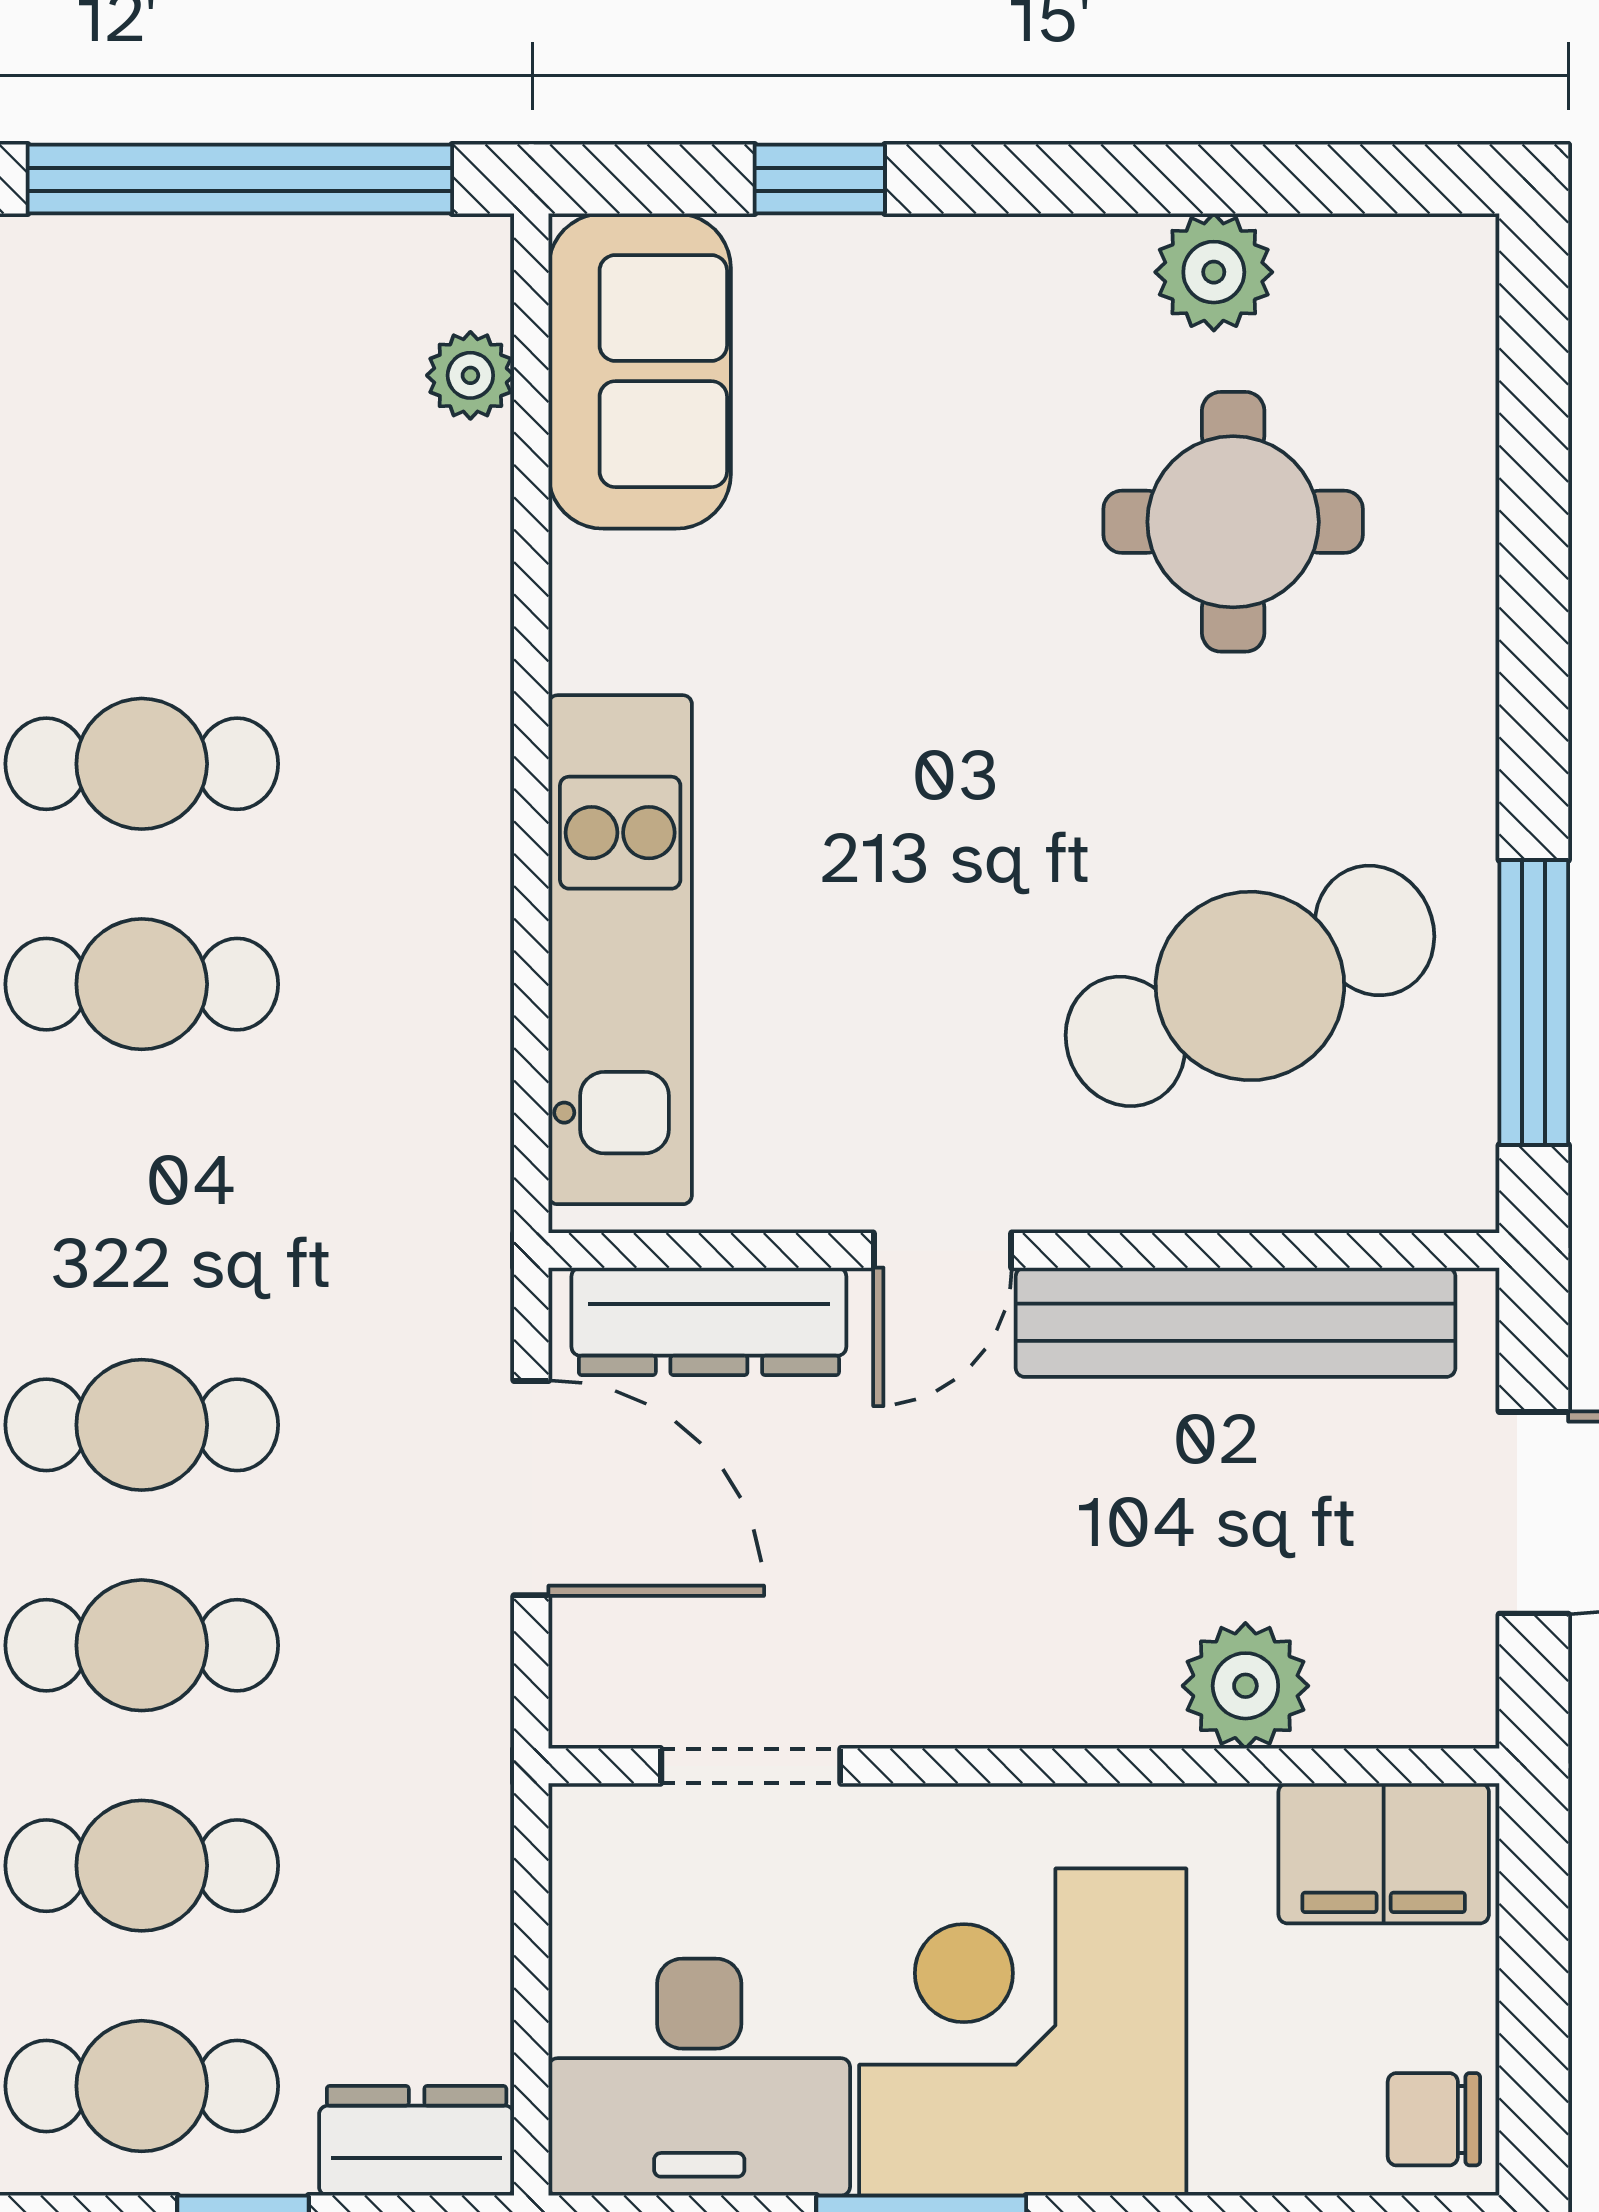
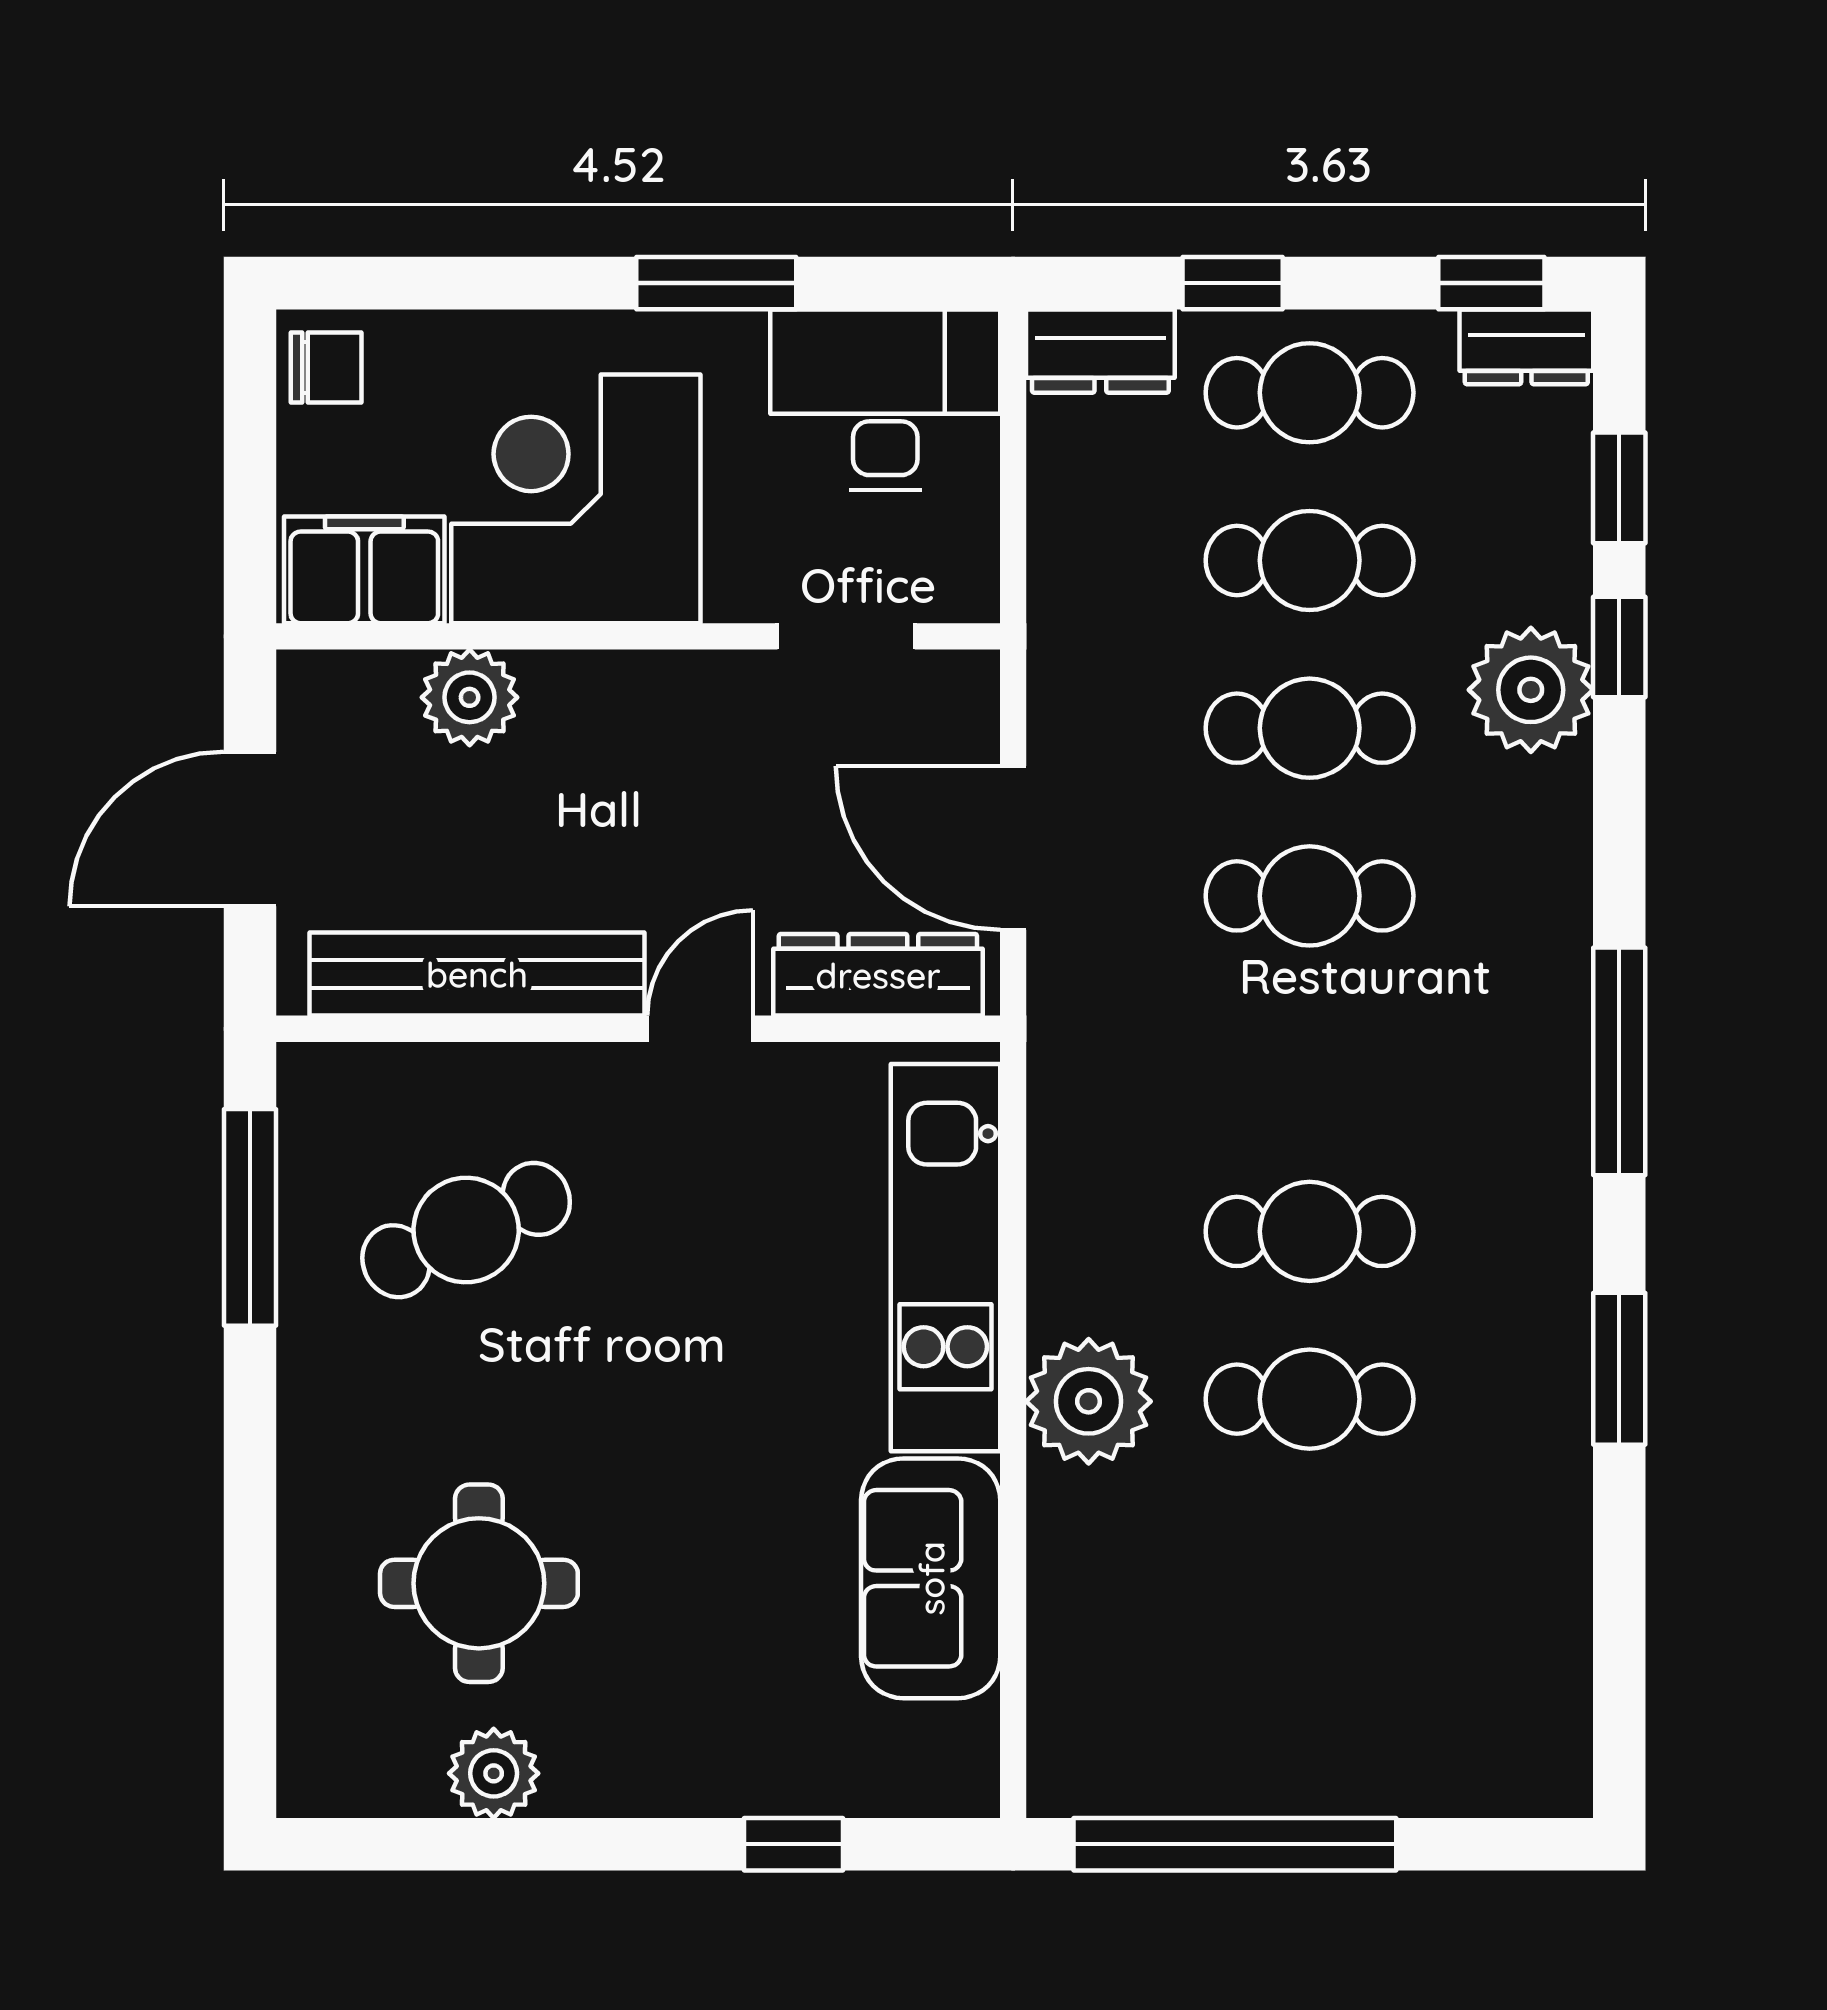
sofa: (640, 371) -> (931, 1578), moved
plant: (470, 375) -> (1089, 1401), moved, width x1.88, depth x1.88
cafe table: (1250, 986) -> (466, 1230), width x0.73, depth x0.74
corner desk: (1023, 2032) -> (576, 499), moved, turned 180

